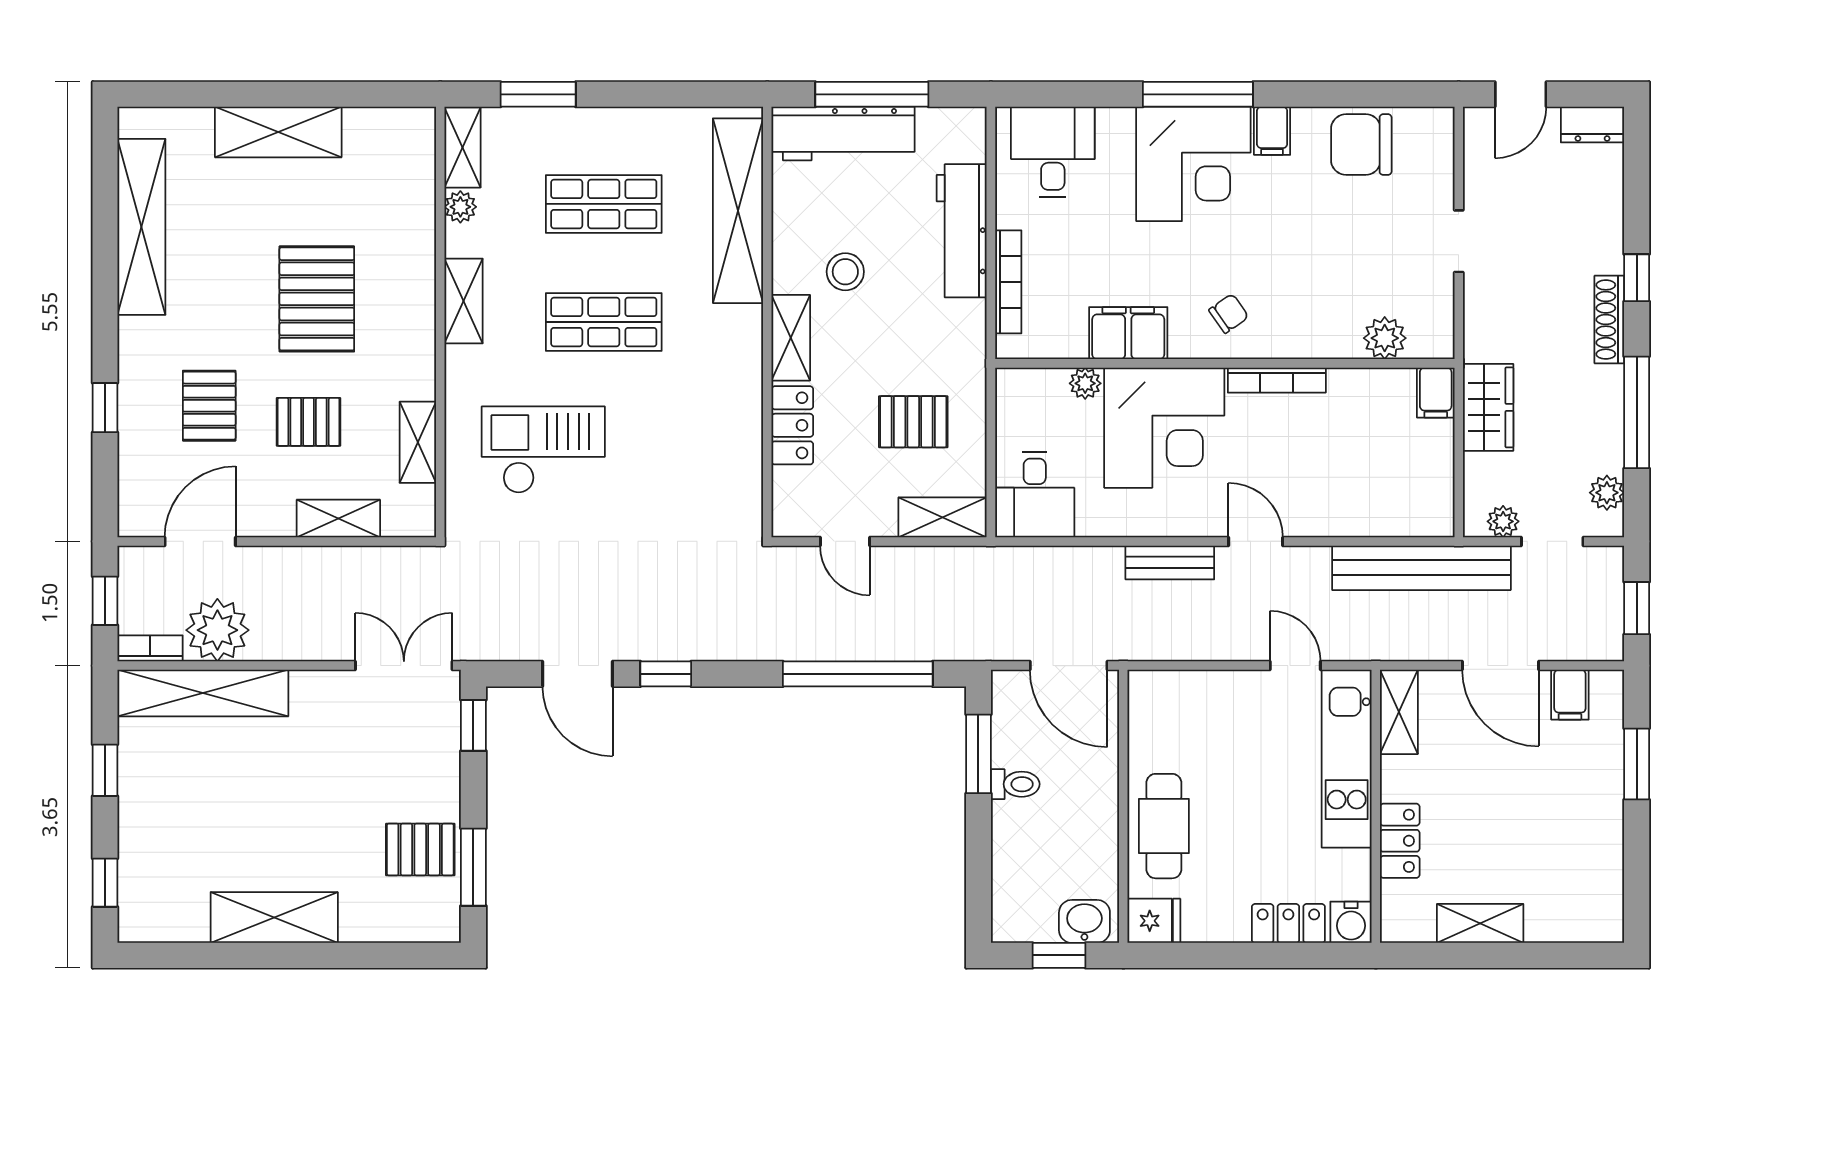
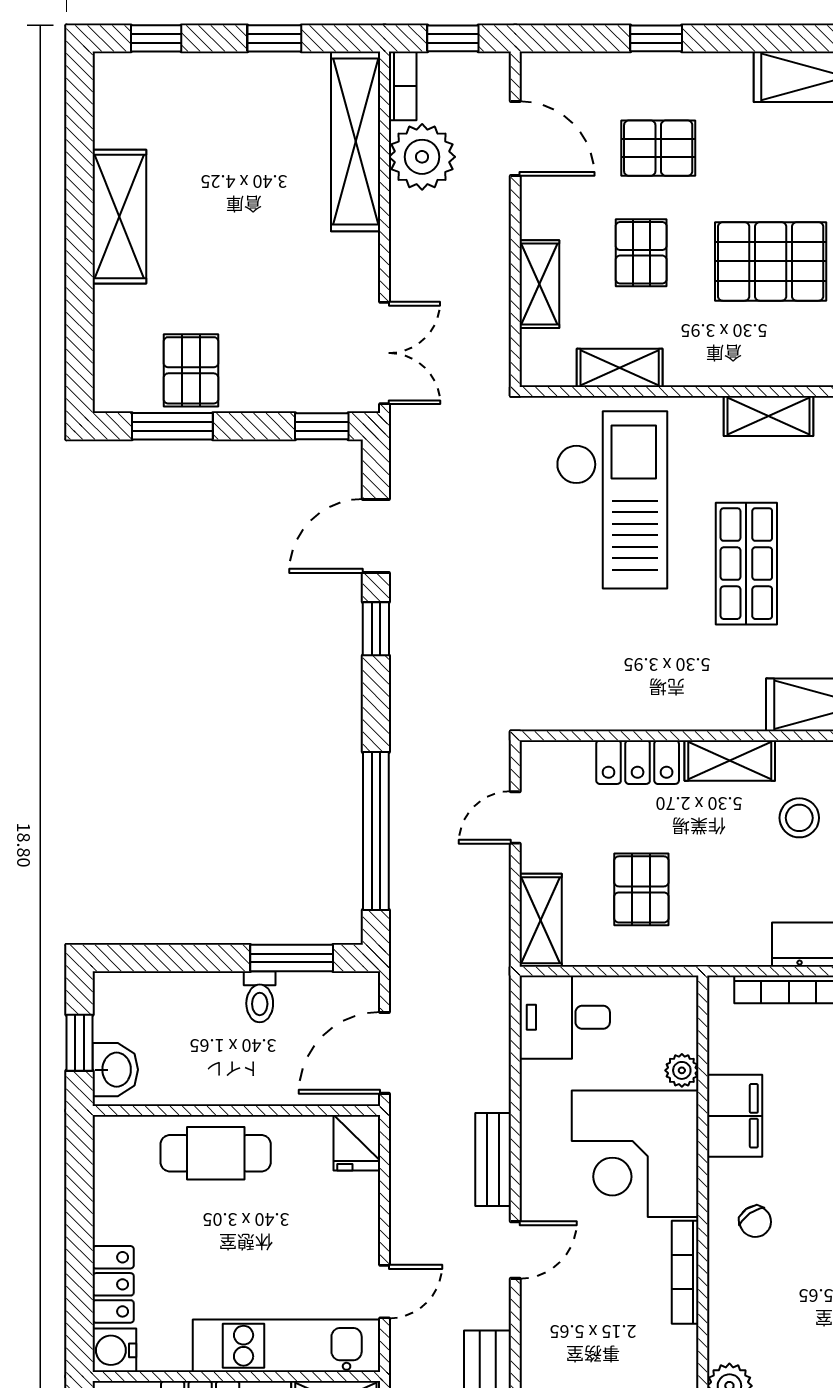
checkout: (543, 450) -> (612, 500), width x1.36, depth x1.21
fridge: (1154, 921) -> (357, 1143), moved

